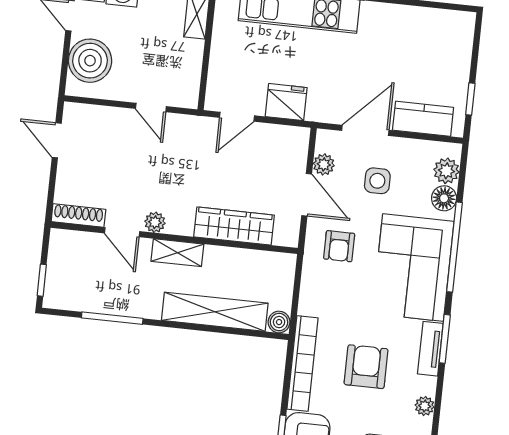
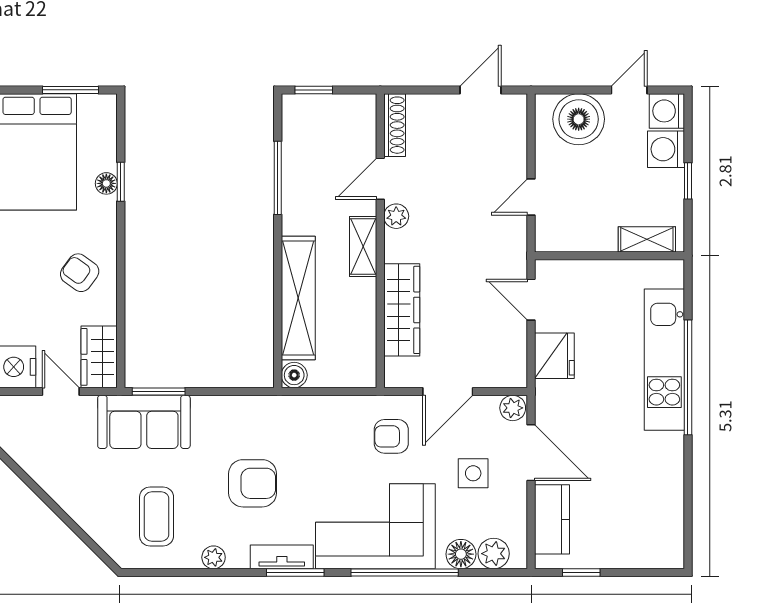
plant: (324, 164) -> (513, 408), moved
bookcase: (302, 363) -> (248, 408), removed

